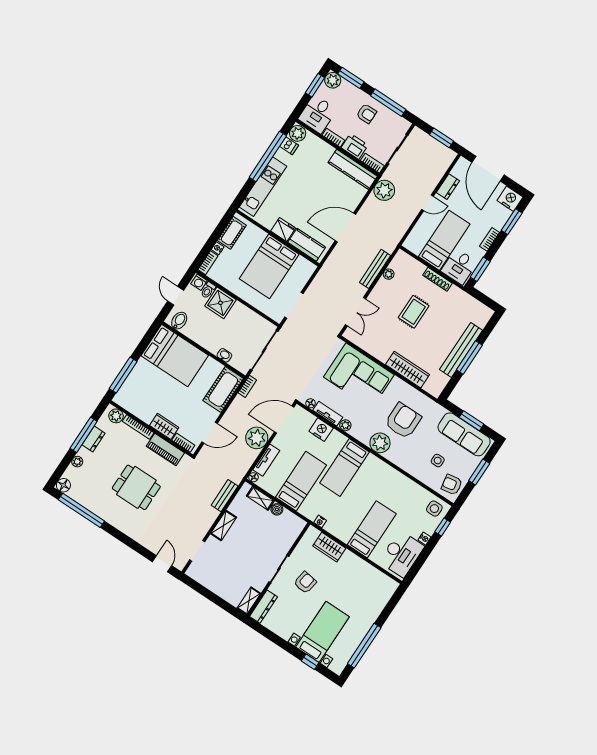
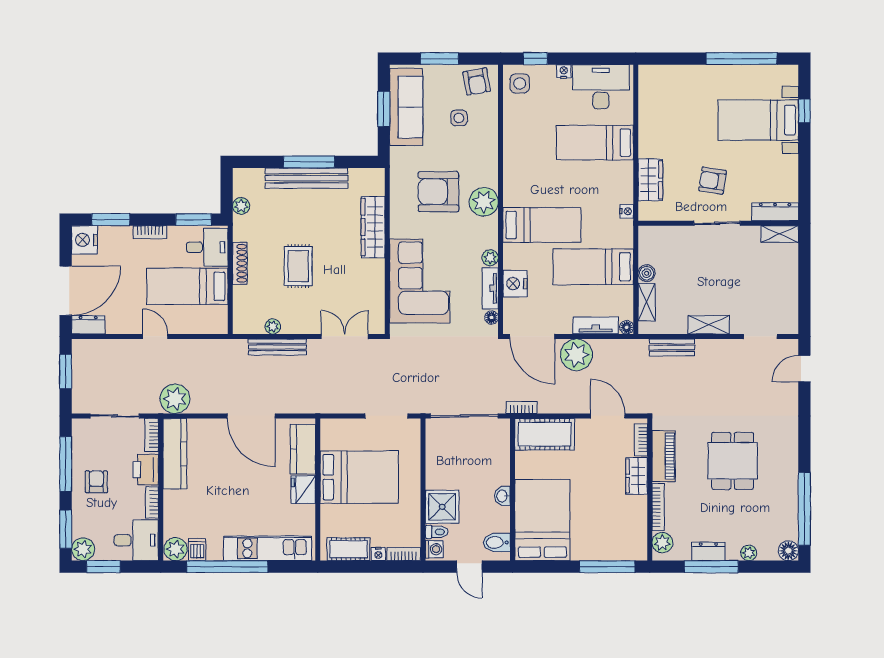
dresser: (448, 187) -> (88, 325), moved
door: (176, 296) -> (469, 567), hinge flipped
plant: (470, 302) -> (241, 206), added
rug: (414, 312) -> (298, 266), turned 90
washbasin: (224, 355) -> (502, 496), moved

